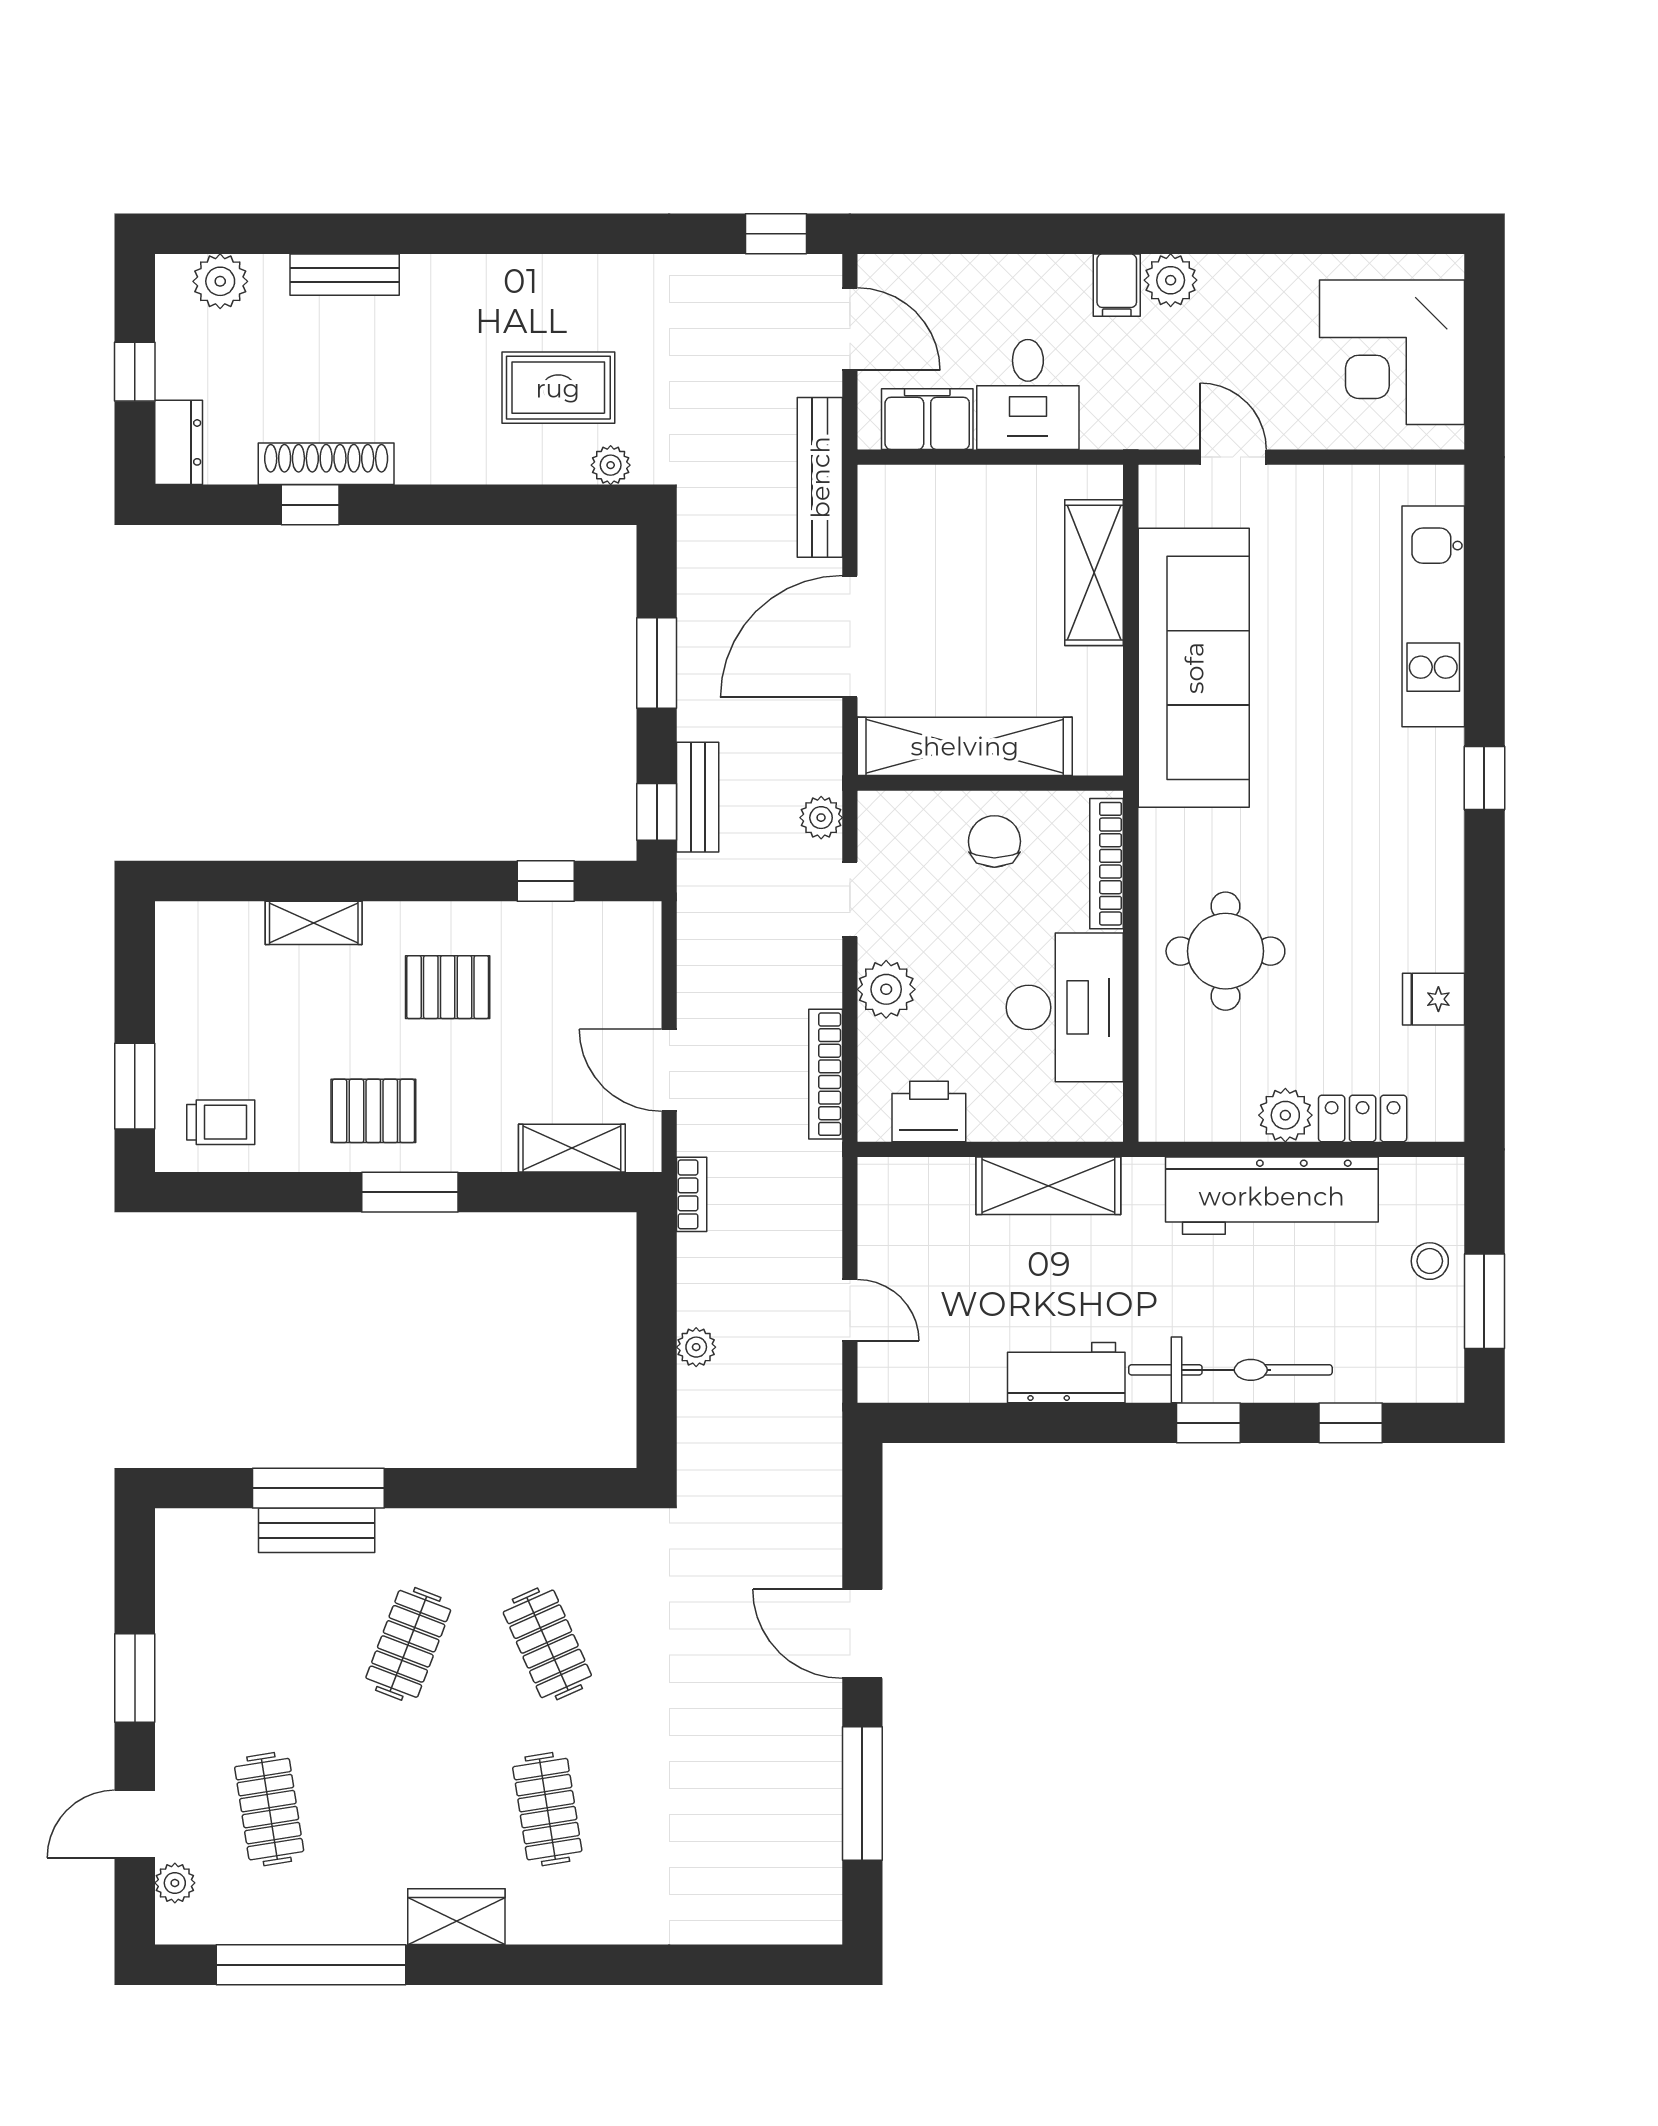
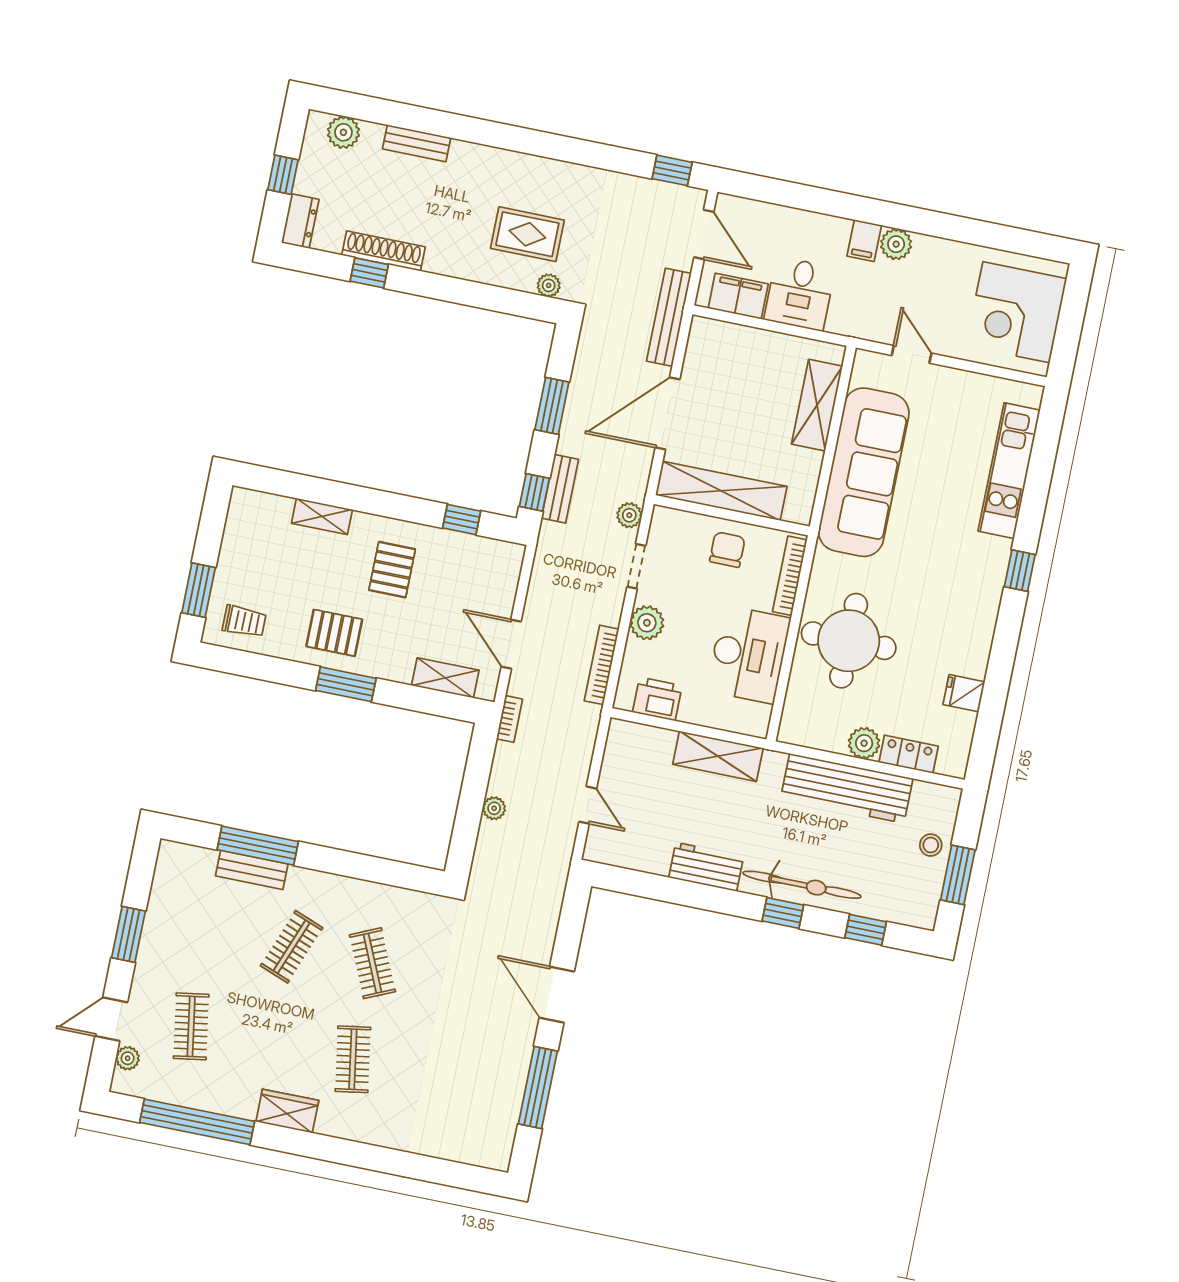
round table: (1225, 951) -> (849, 641), width x1.36, depth x1.36
pallet: (448, 987) -> (392, 570), turned 90

